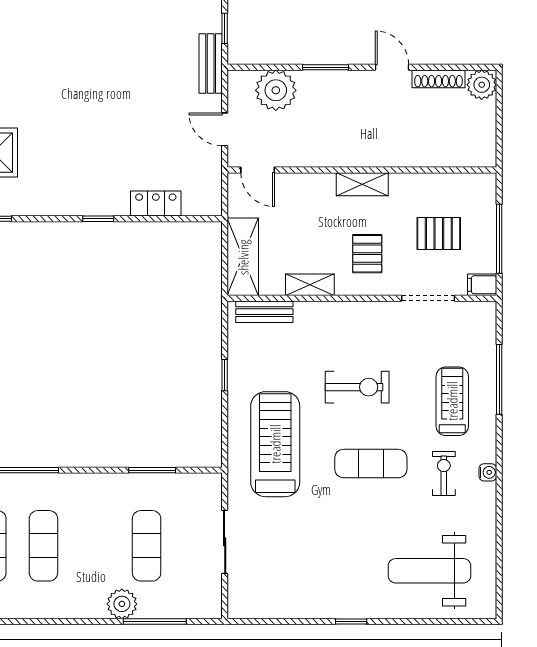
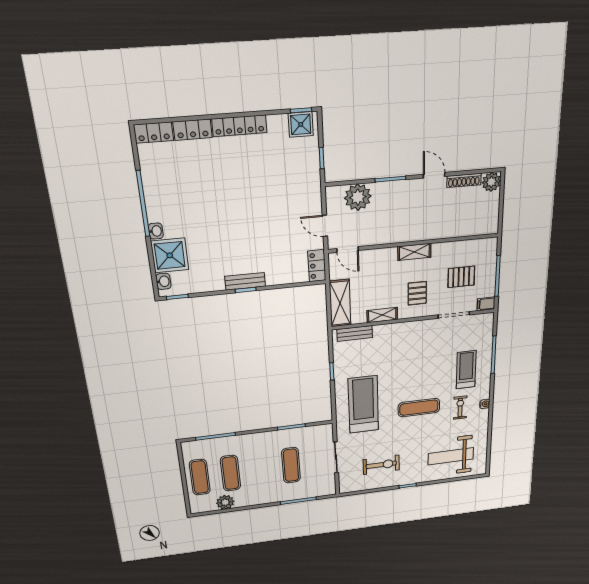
bench: (211, 64) -> (245, 281), moved, turned 90
locker: (156, 203) -> (317, 266), moved, turned -90
exercise bike: (357, 387) -> (381, 465), moved
plant: (122, 604) -> (225, 502), moved

